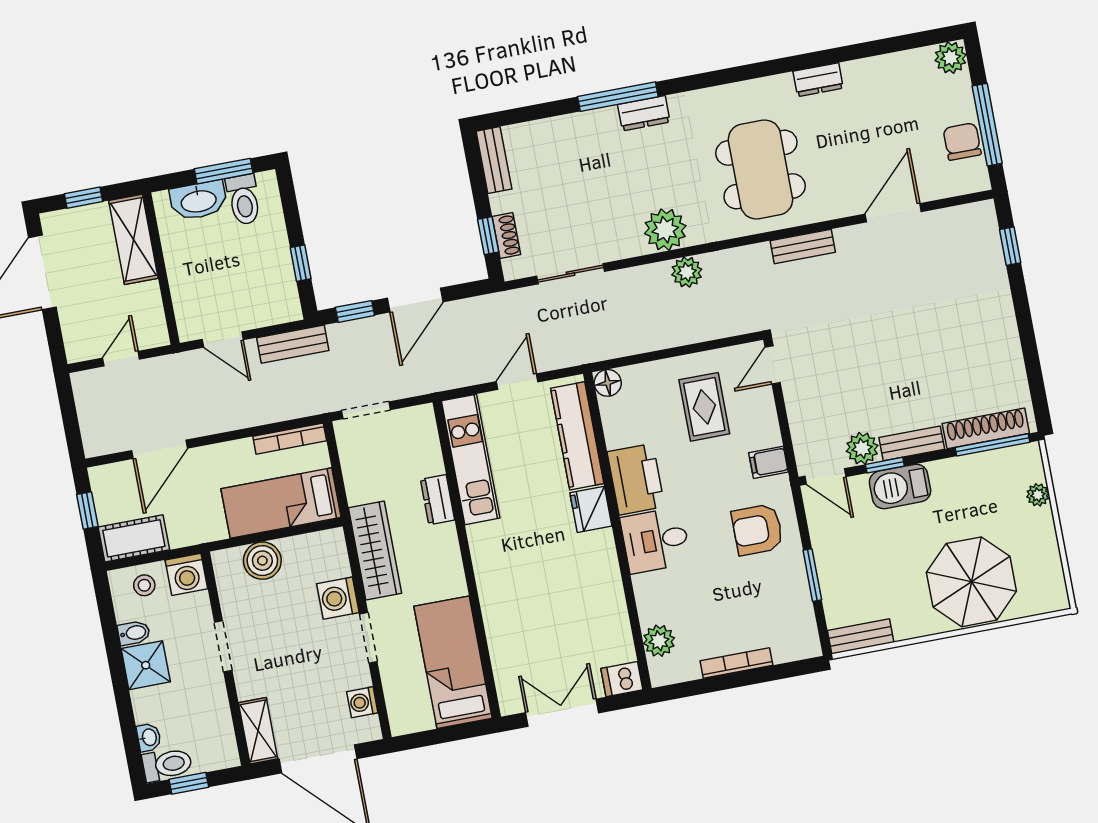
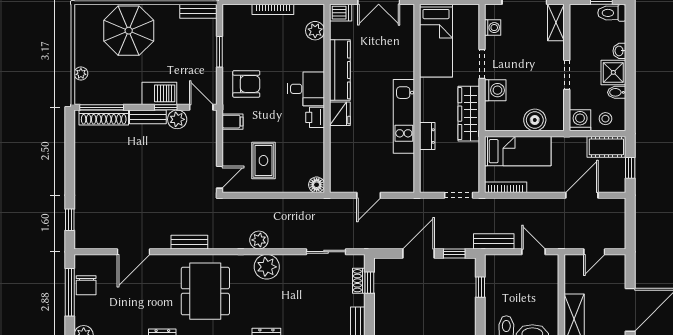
kitchen counter: (577, 436) -> (340, 70), moved
kitchen unit: (471, 459) -> (404, 116), moved
printer: (636, 479) -> (315, 117), width x0.53, depth x0.68
washbasin: (149, 737) -> (619, 51), moved

